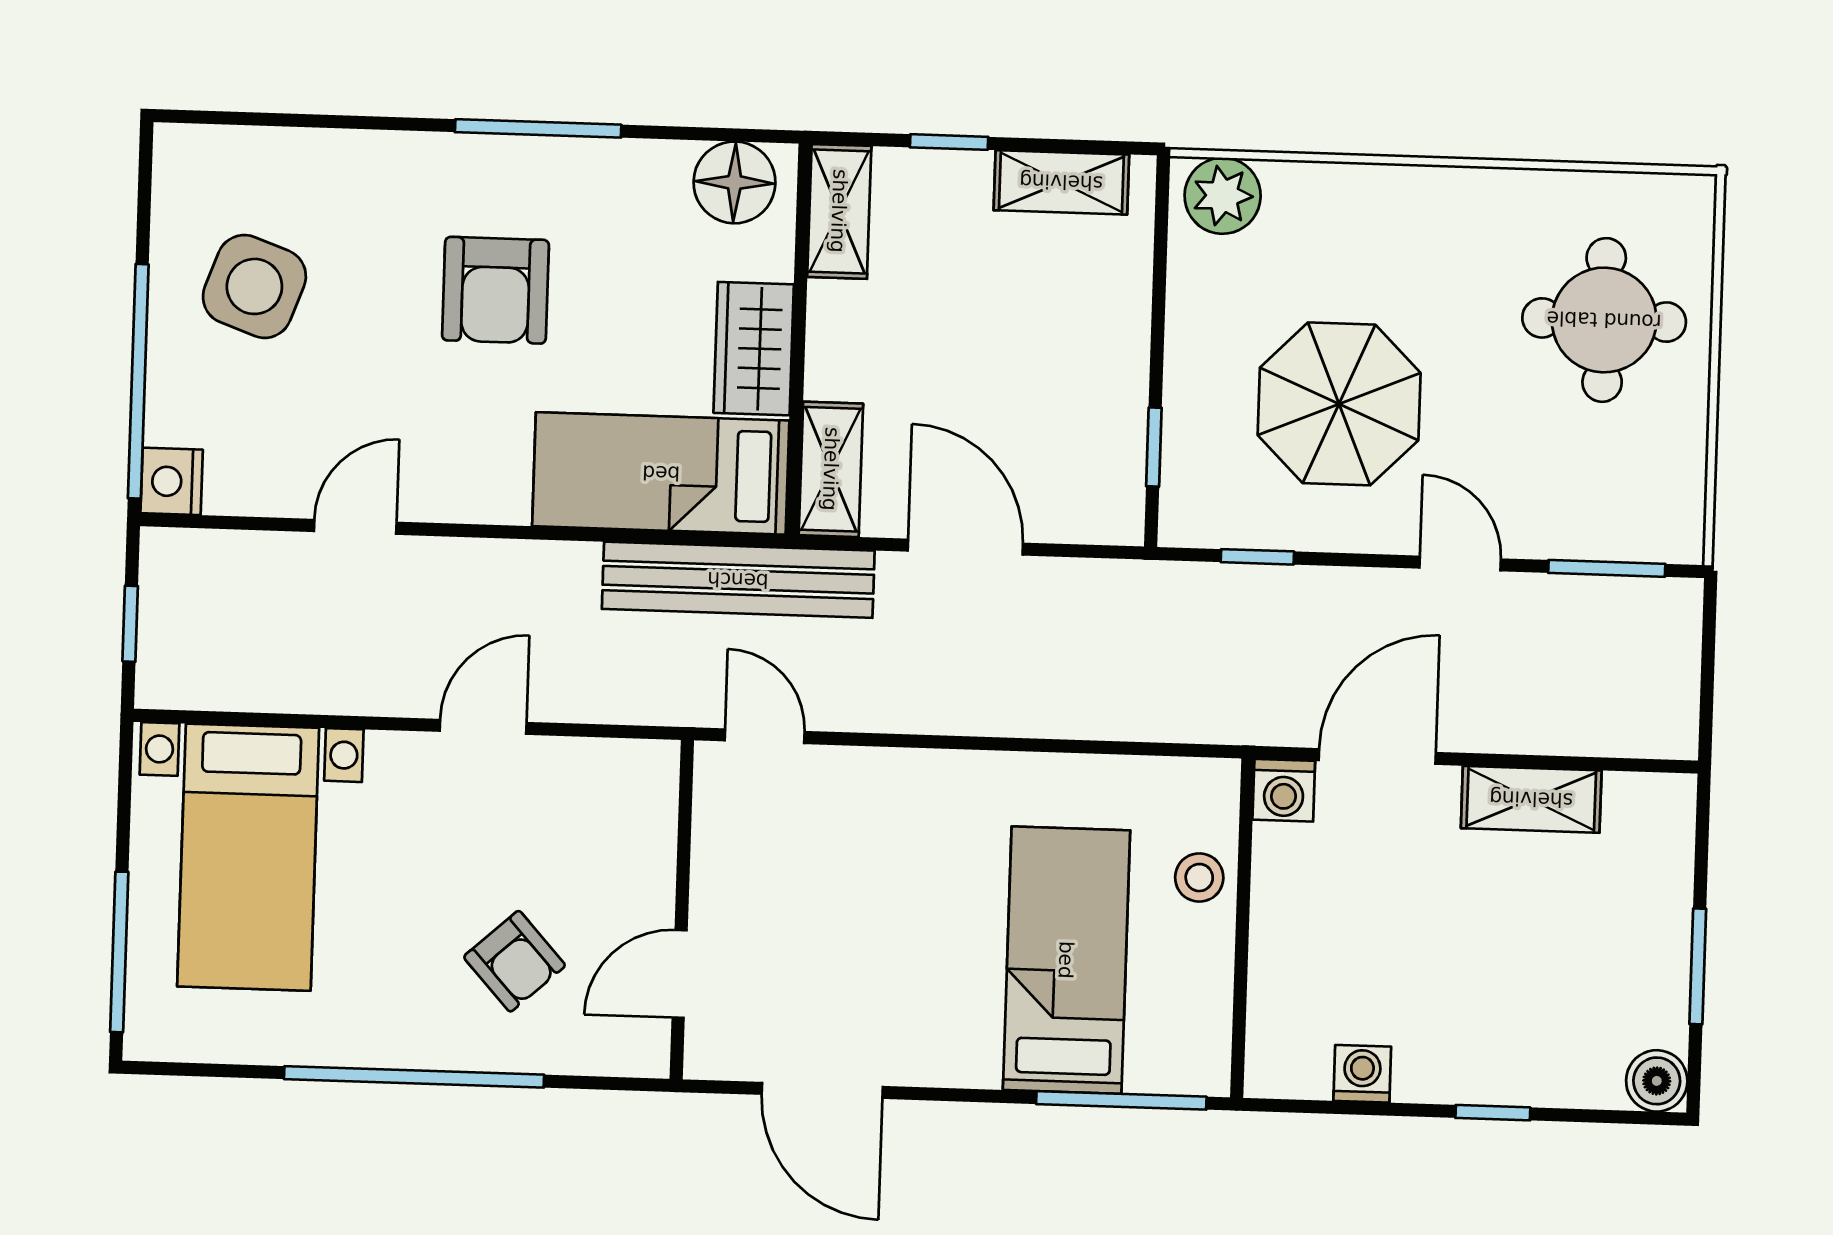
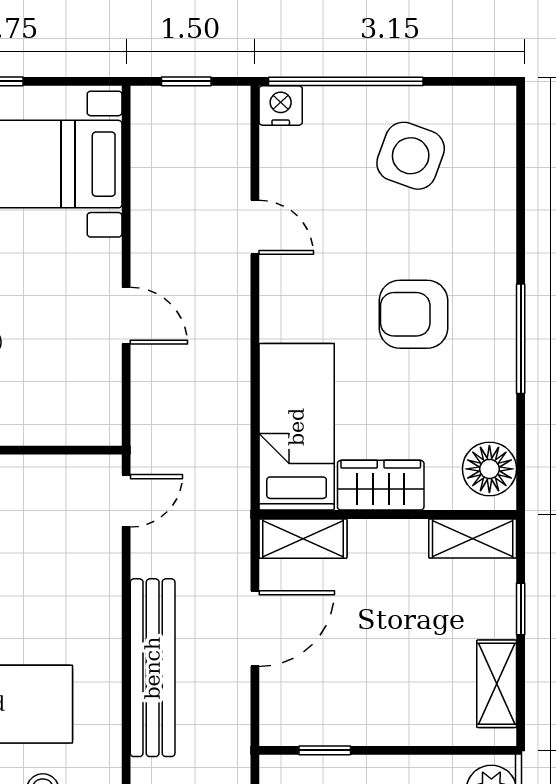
bench: (738, 580) -> (153, 668), moved

